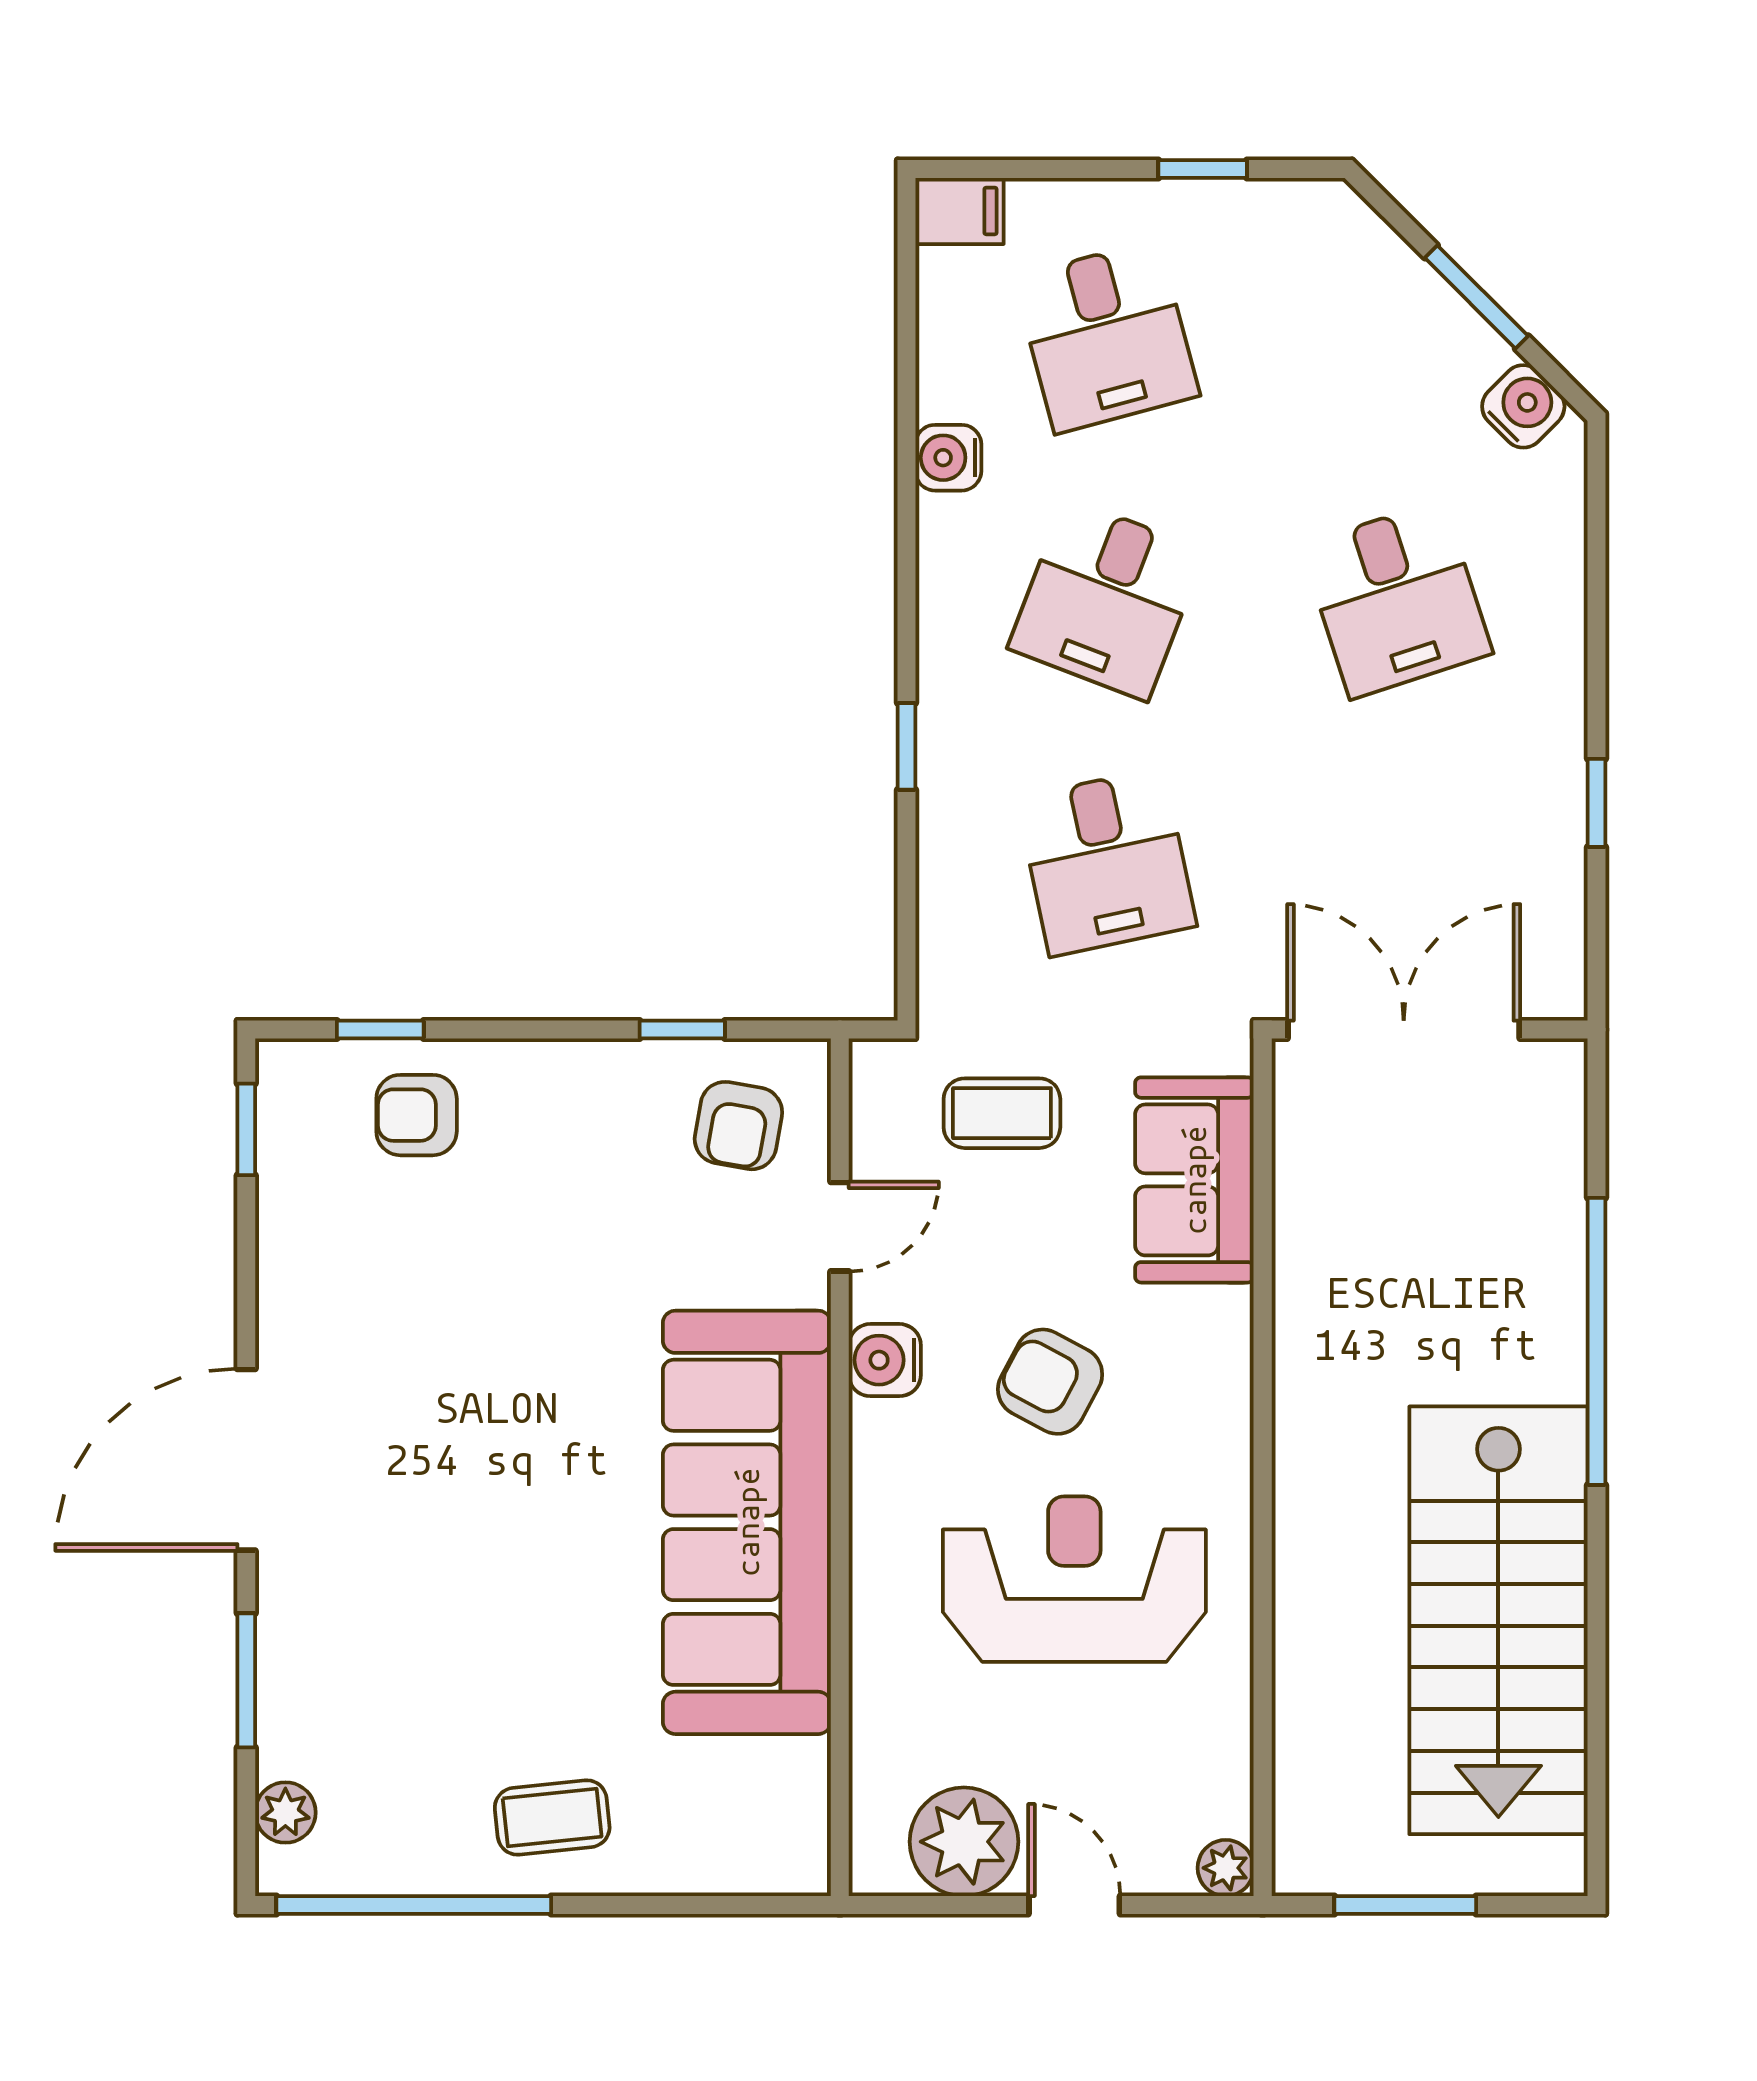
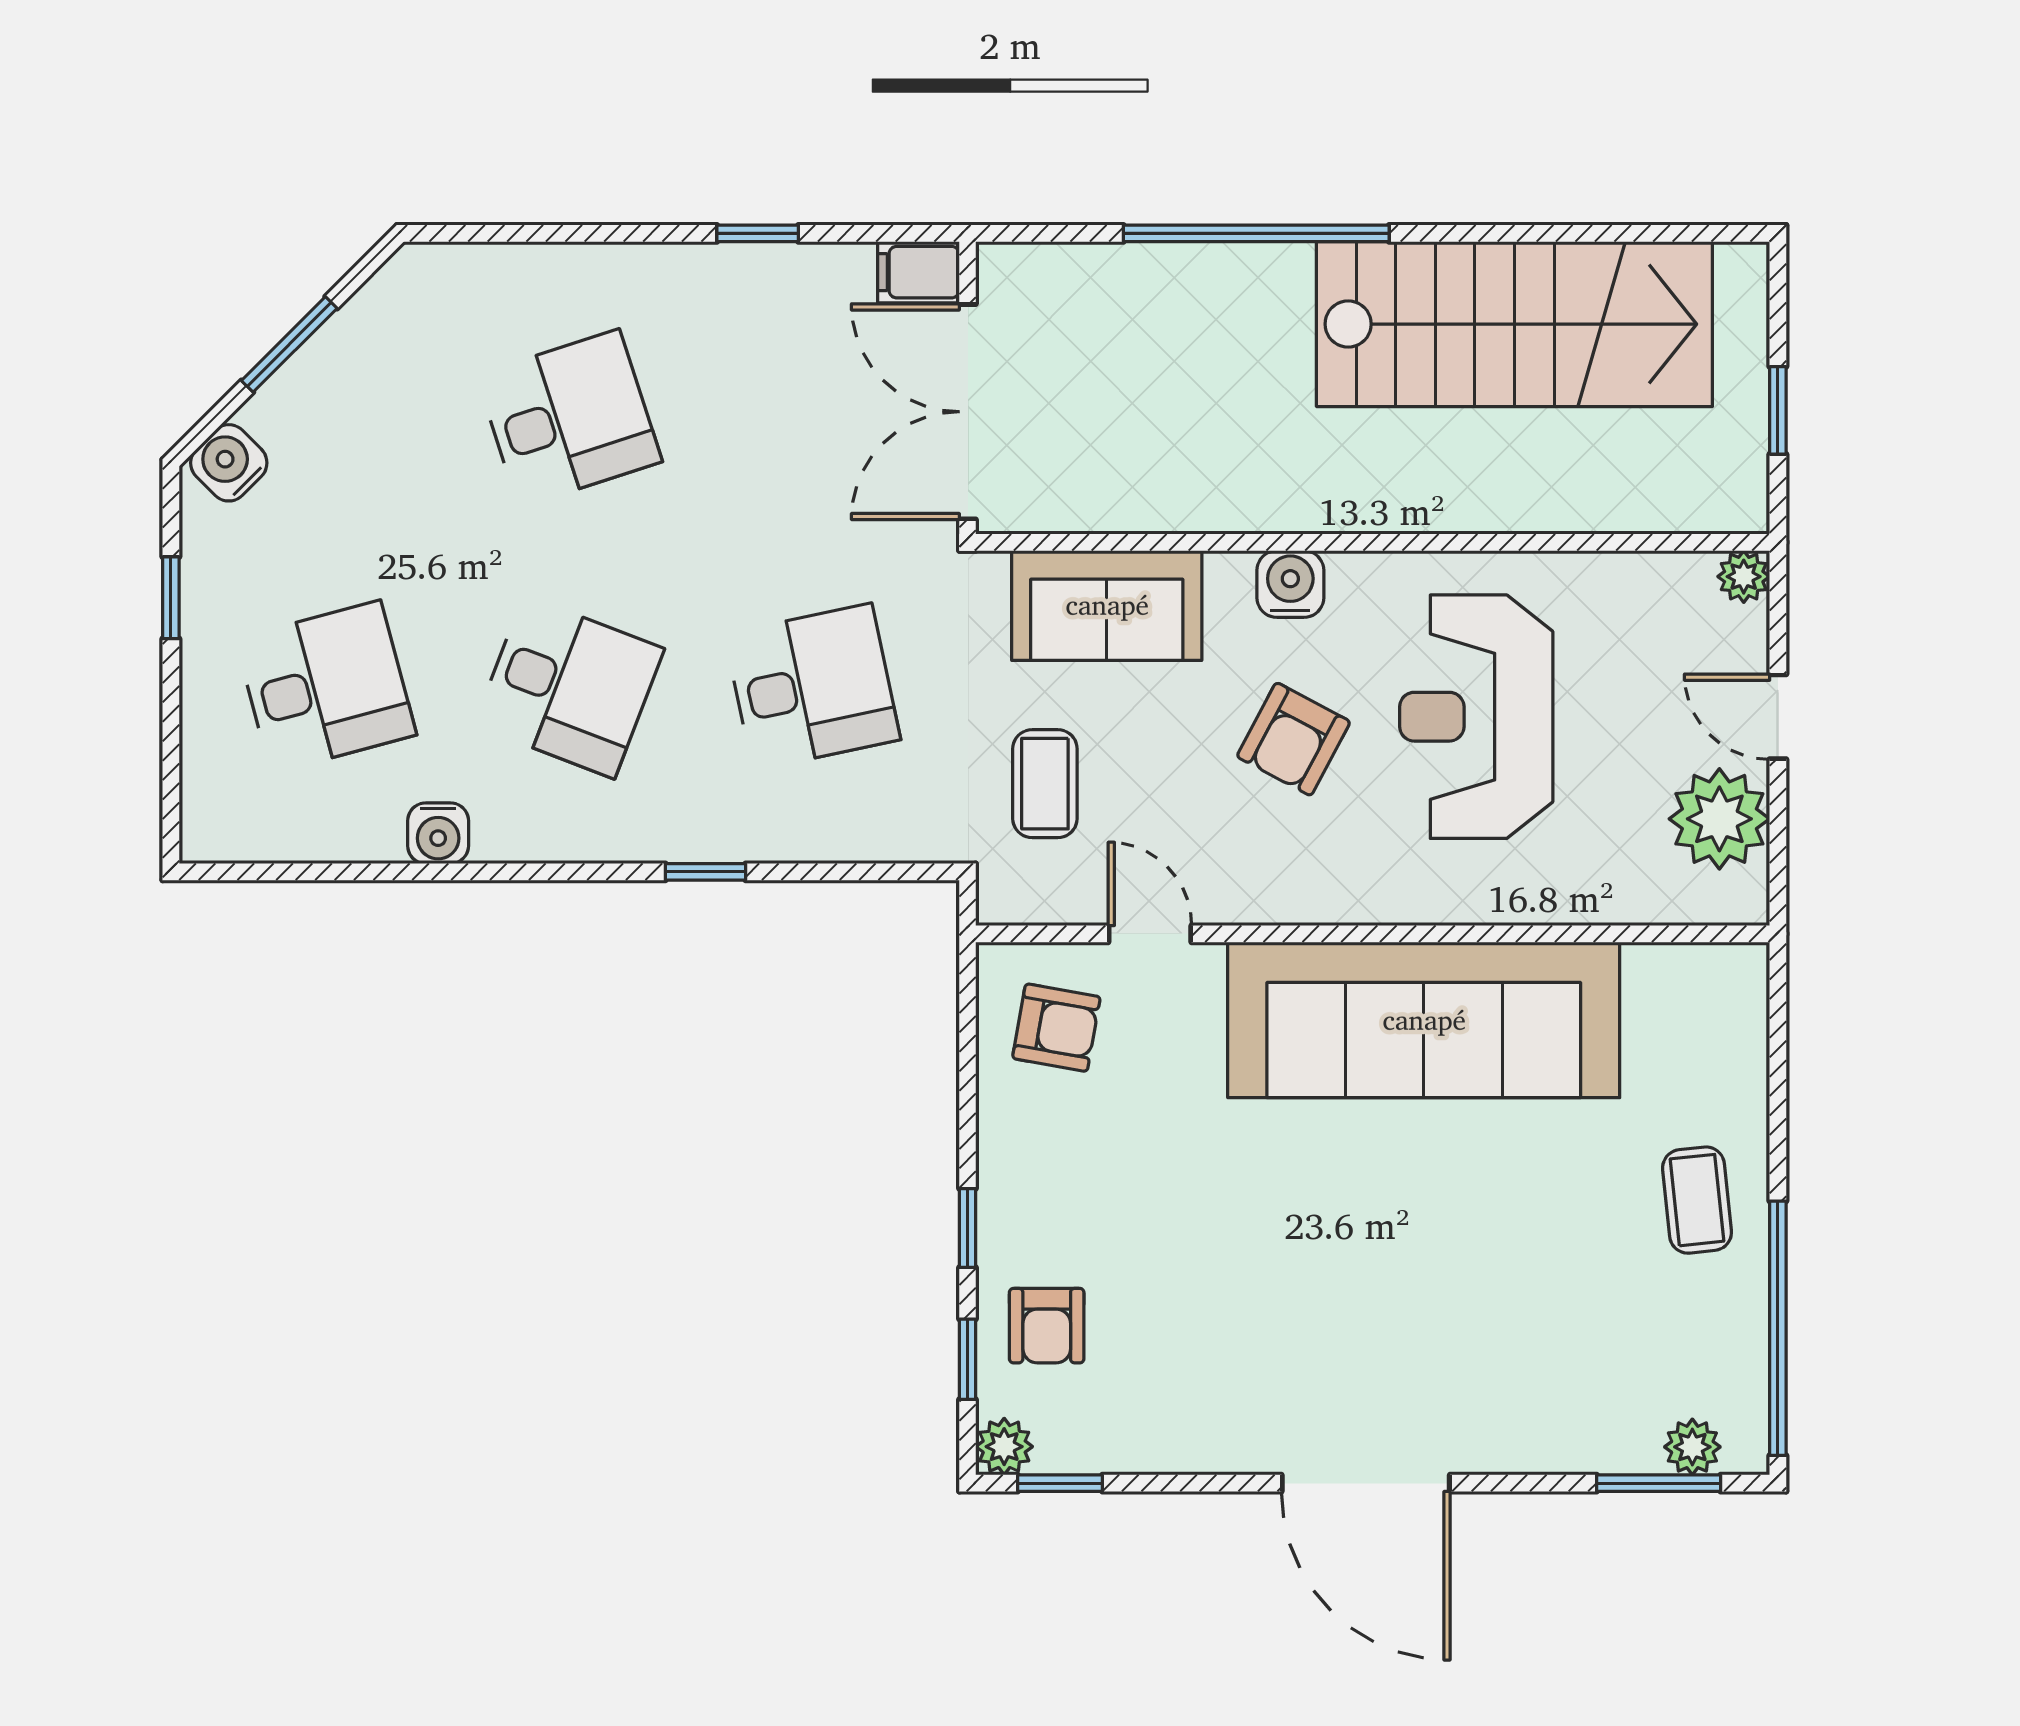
filing cabinet: (960, 211) -> (918, 272), moved, turned -90
water cooler: (1523, 406) -> (229, 463), moved
window: (682, 1030) -> (968, 1228), moved
plant: (286, 1069) -> (1004, 1447), added
water cooler: (885, 1360) -> (1290, 584), moved, turned 180
window: (246, 1680) -> (1659, 1483), moved
door: (1074, 1905) -> (1778, 717), hinge flipped
window: (1405, 1905) -> (1778, 410), width x0.67

